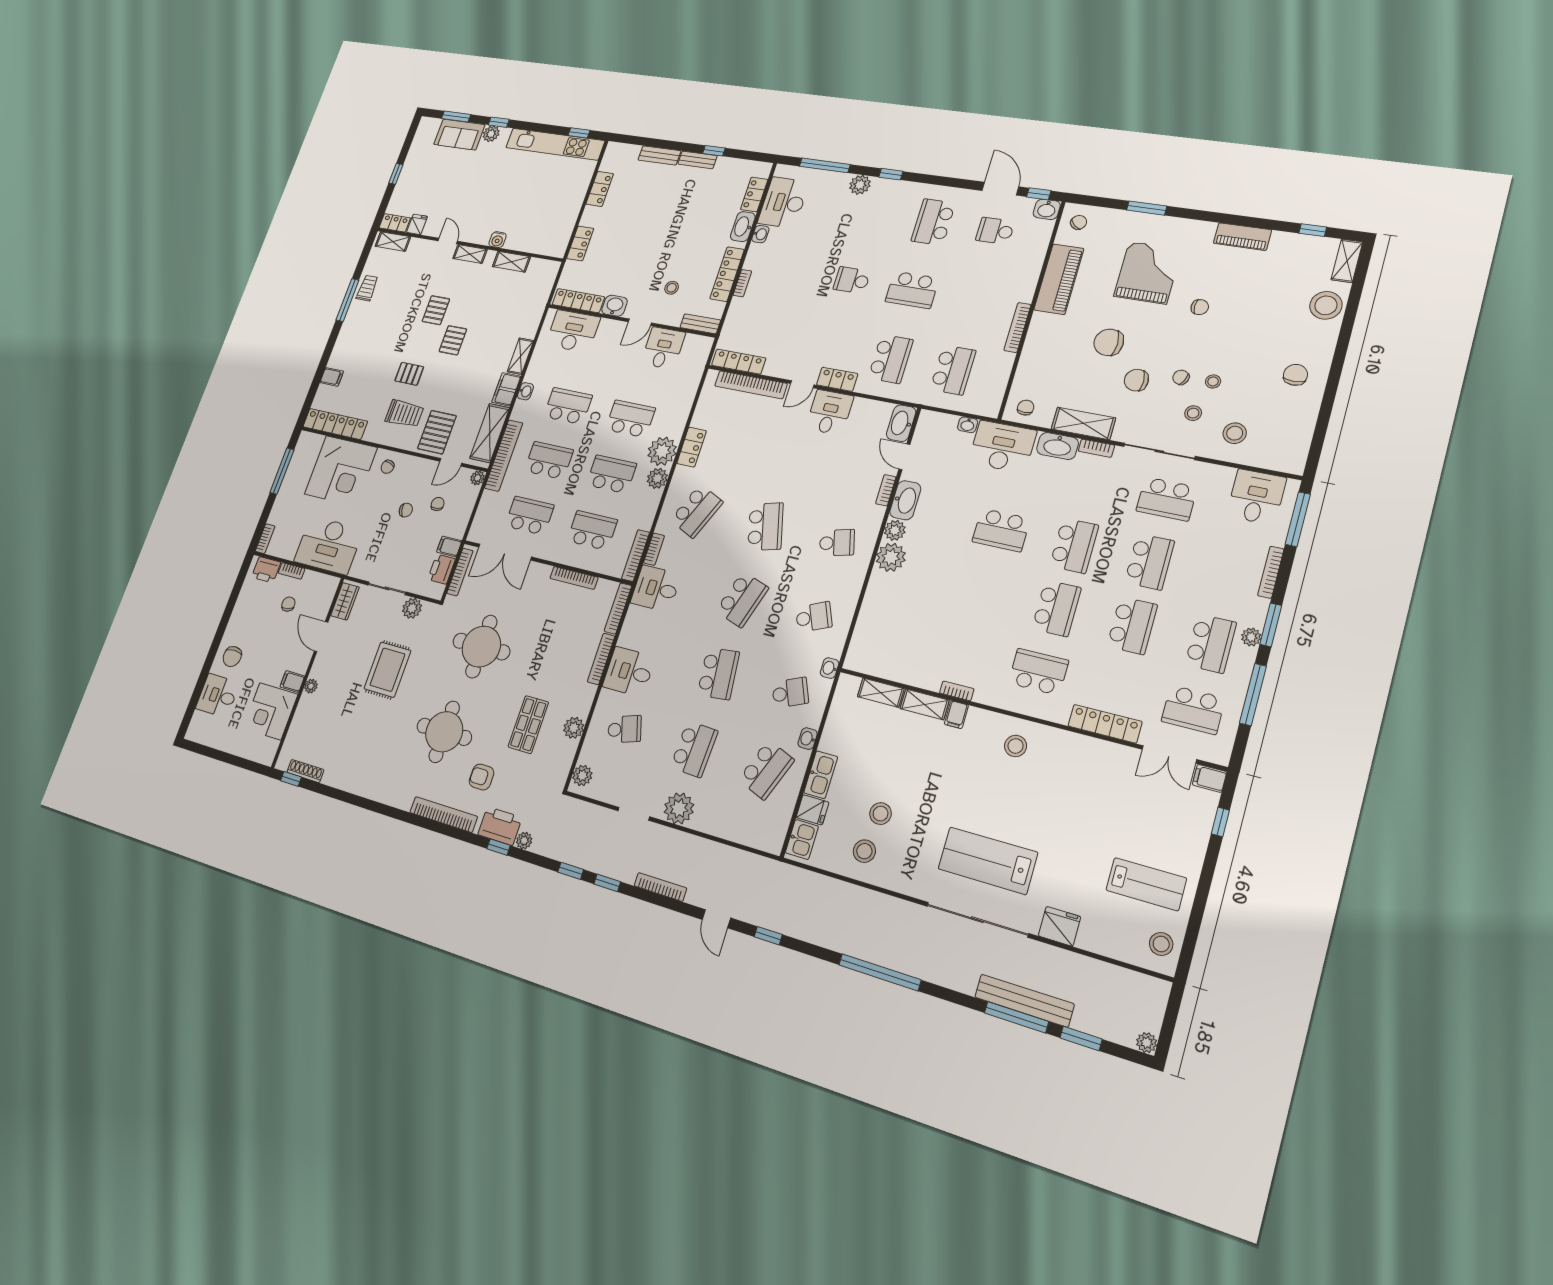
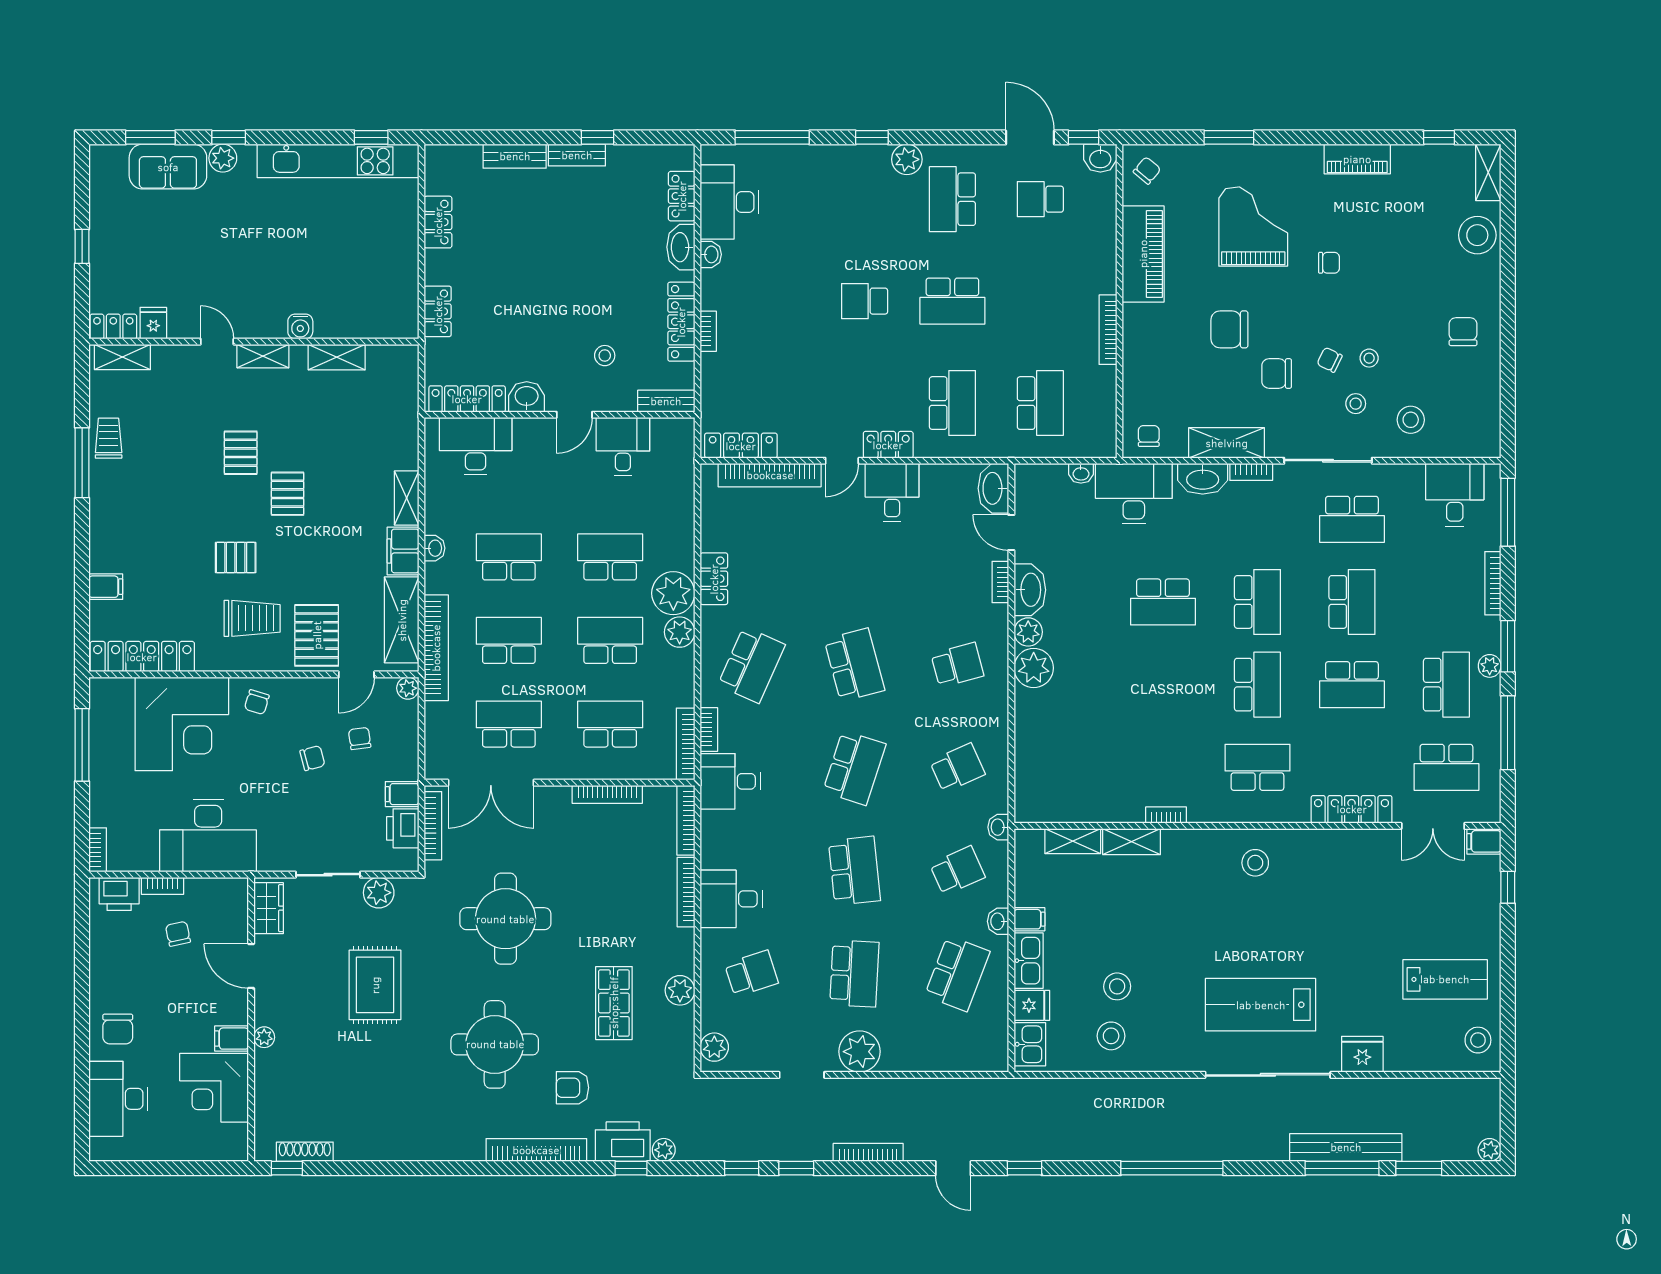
plant: (860, 185) -> (907, 159), moved
school desk: (1132, 626) -> (1352, 685), turned 90
desk: (218, 696) -> (118, 1099), width x1.37
filing cabinet: (956, 715) -> (1029, 919), moved, turned -90

